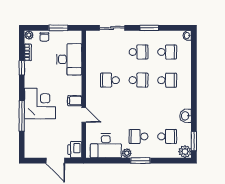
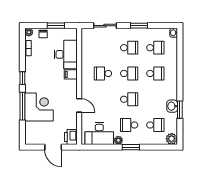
window: (22, 68) -> (22, 78), moved
filing cabinet: (75, 101) -> (71, 74), moved
corner desk: (40, 104) -> (39, 107), moved
school desk: (139, 108) -> (129, 99), added
window: (194, 141) -> (180, 110), moved

